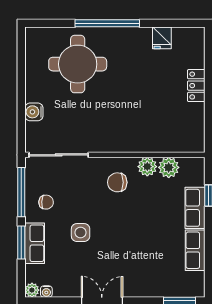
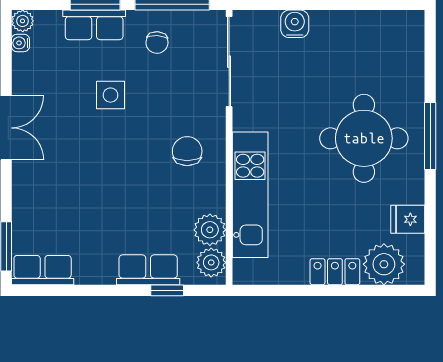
window: (107, 23) -> (430, 136), width x0.68
plant: (191, 53) -> (384, 264), added
round table: (78, 64) -> (364, 138), moved
kitchen unit: (146, 141) -> (250, 195), added
plant: (147, 167) -> (211, 262), moved
row of seats: (195, 250) -> (43, 270), moved

